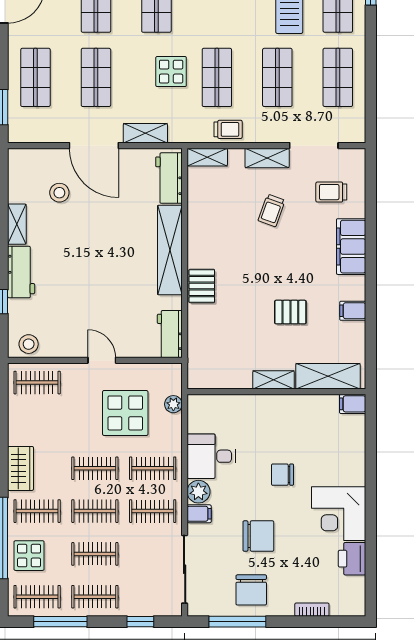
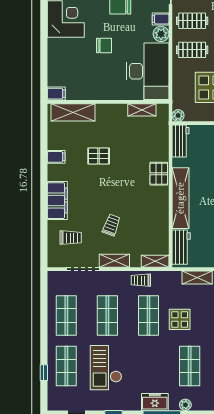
shelving: (274, 380) -> (142, 110), moved
plant: (173, 404) -> (178, 116), moved
desk: (211, 456) -> (148, 71), width x1.87, depth x1.30

